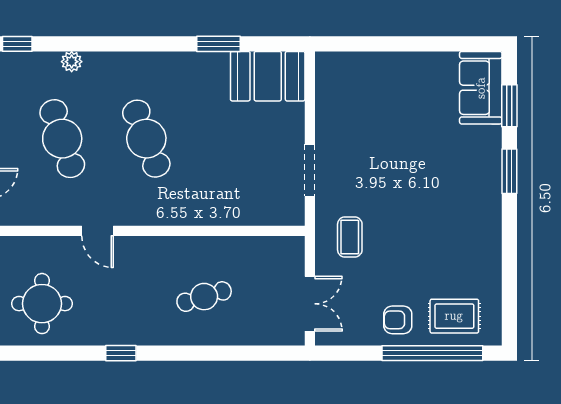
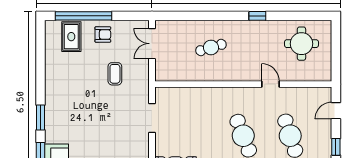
coffee table: (350, 237) -> (115, 74), moved
rug: (454, 316) -> (71, 37), turned 90

